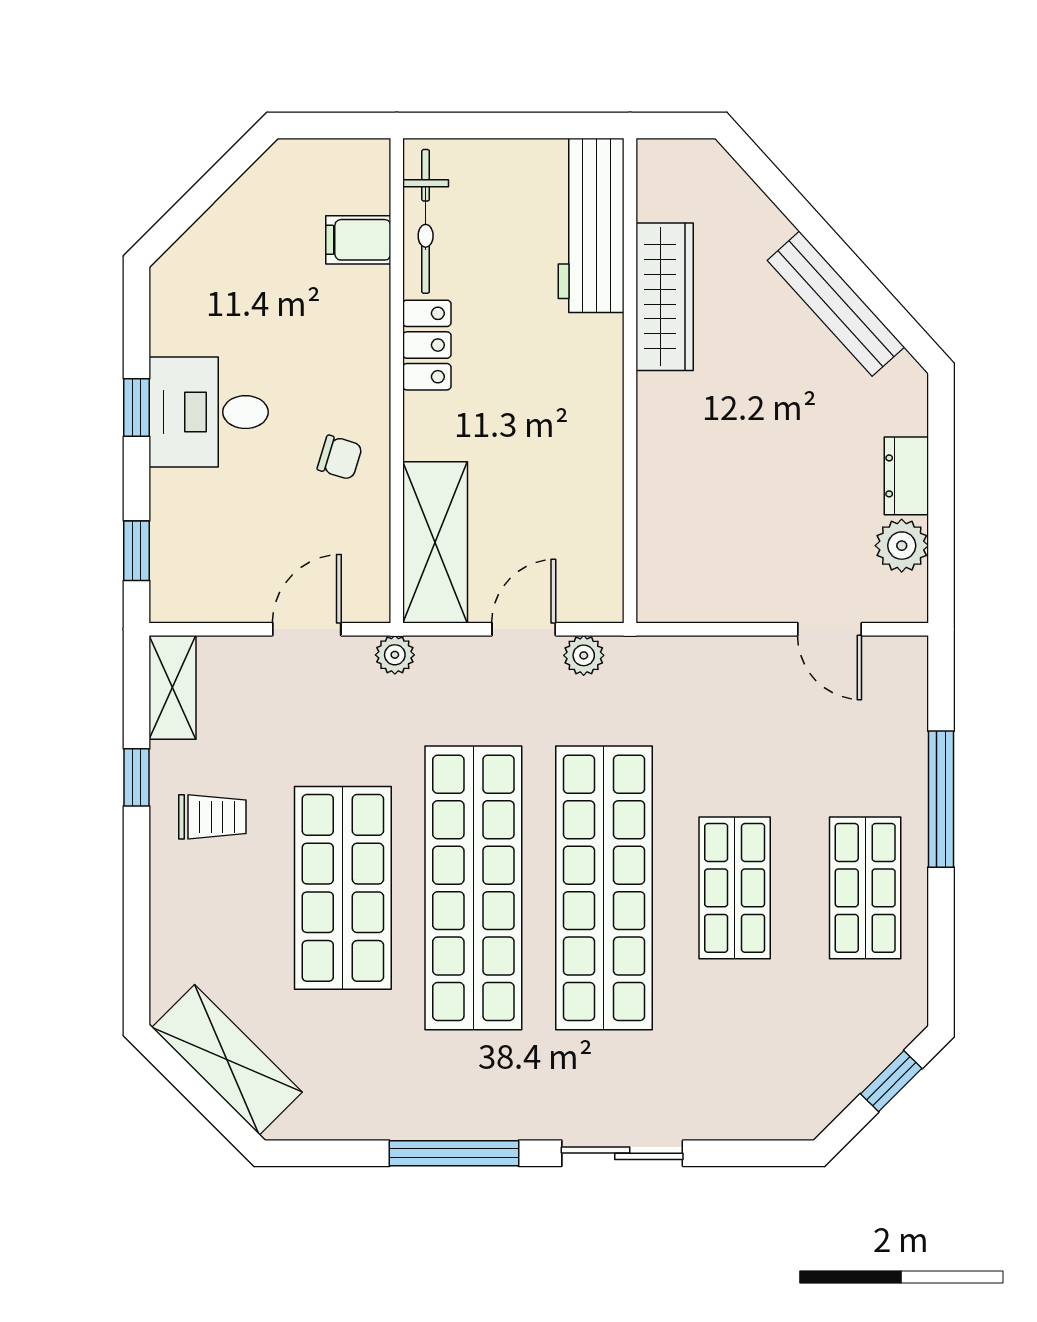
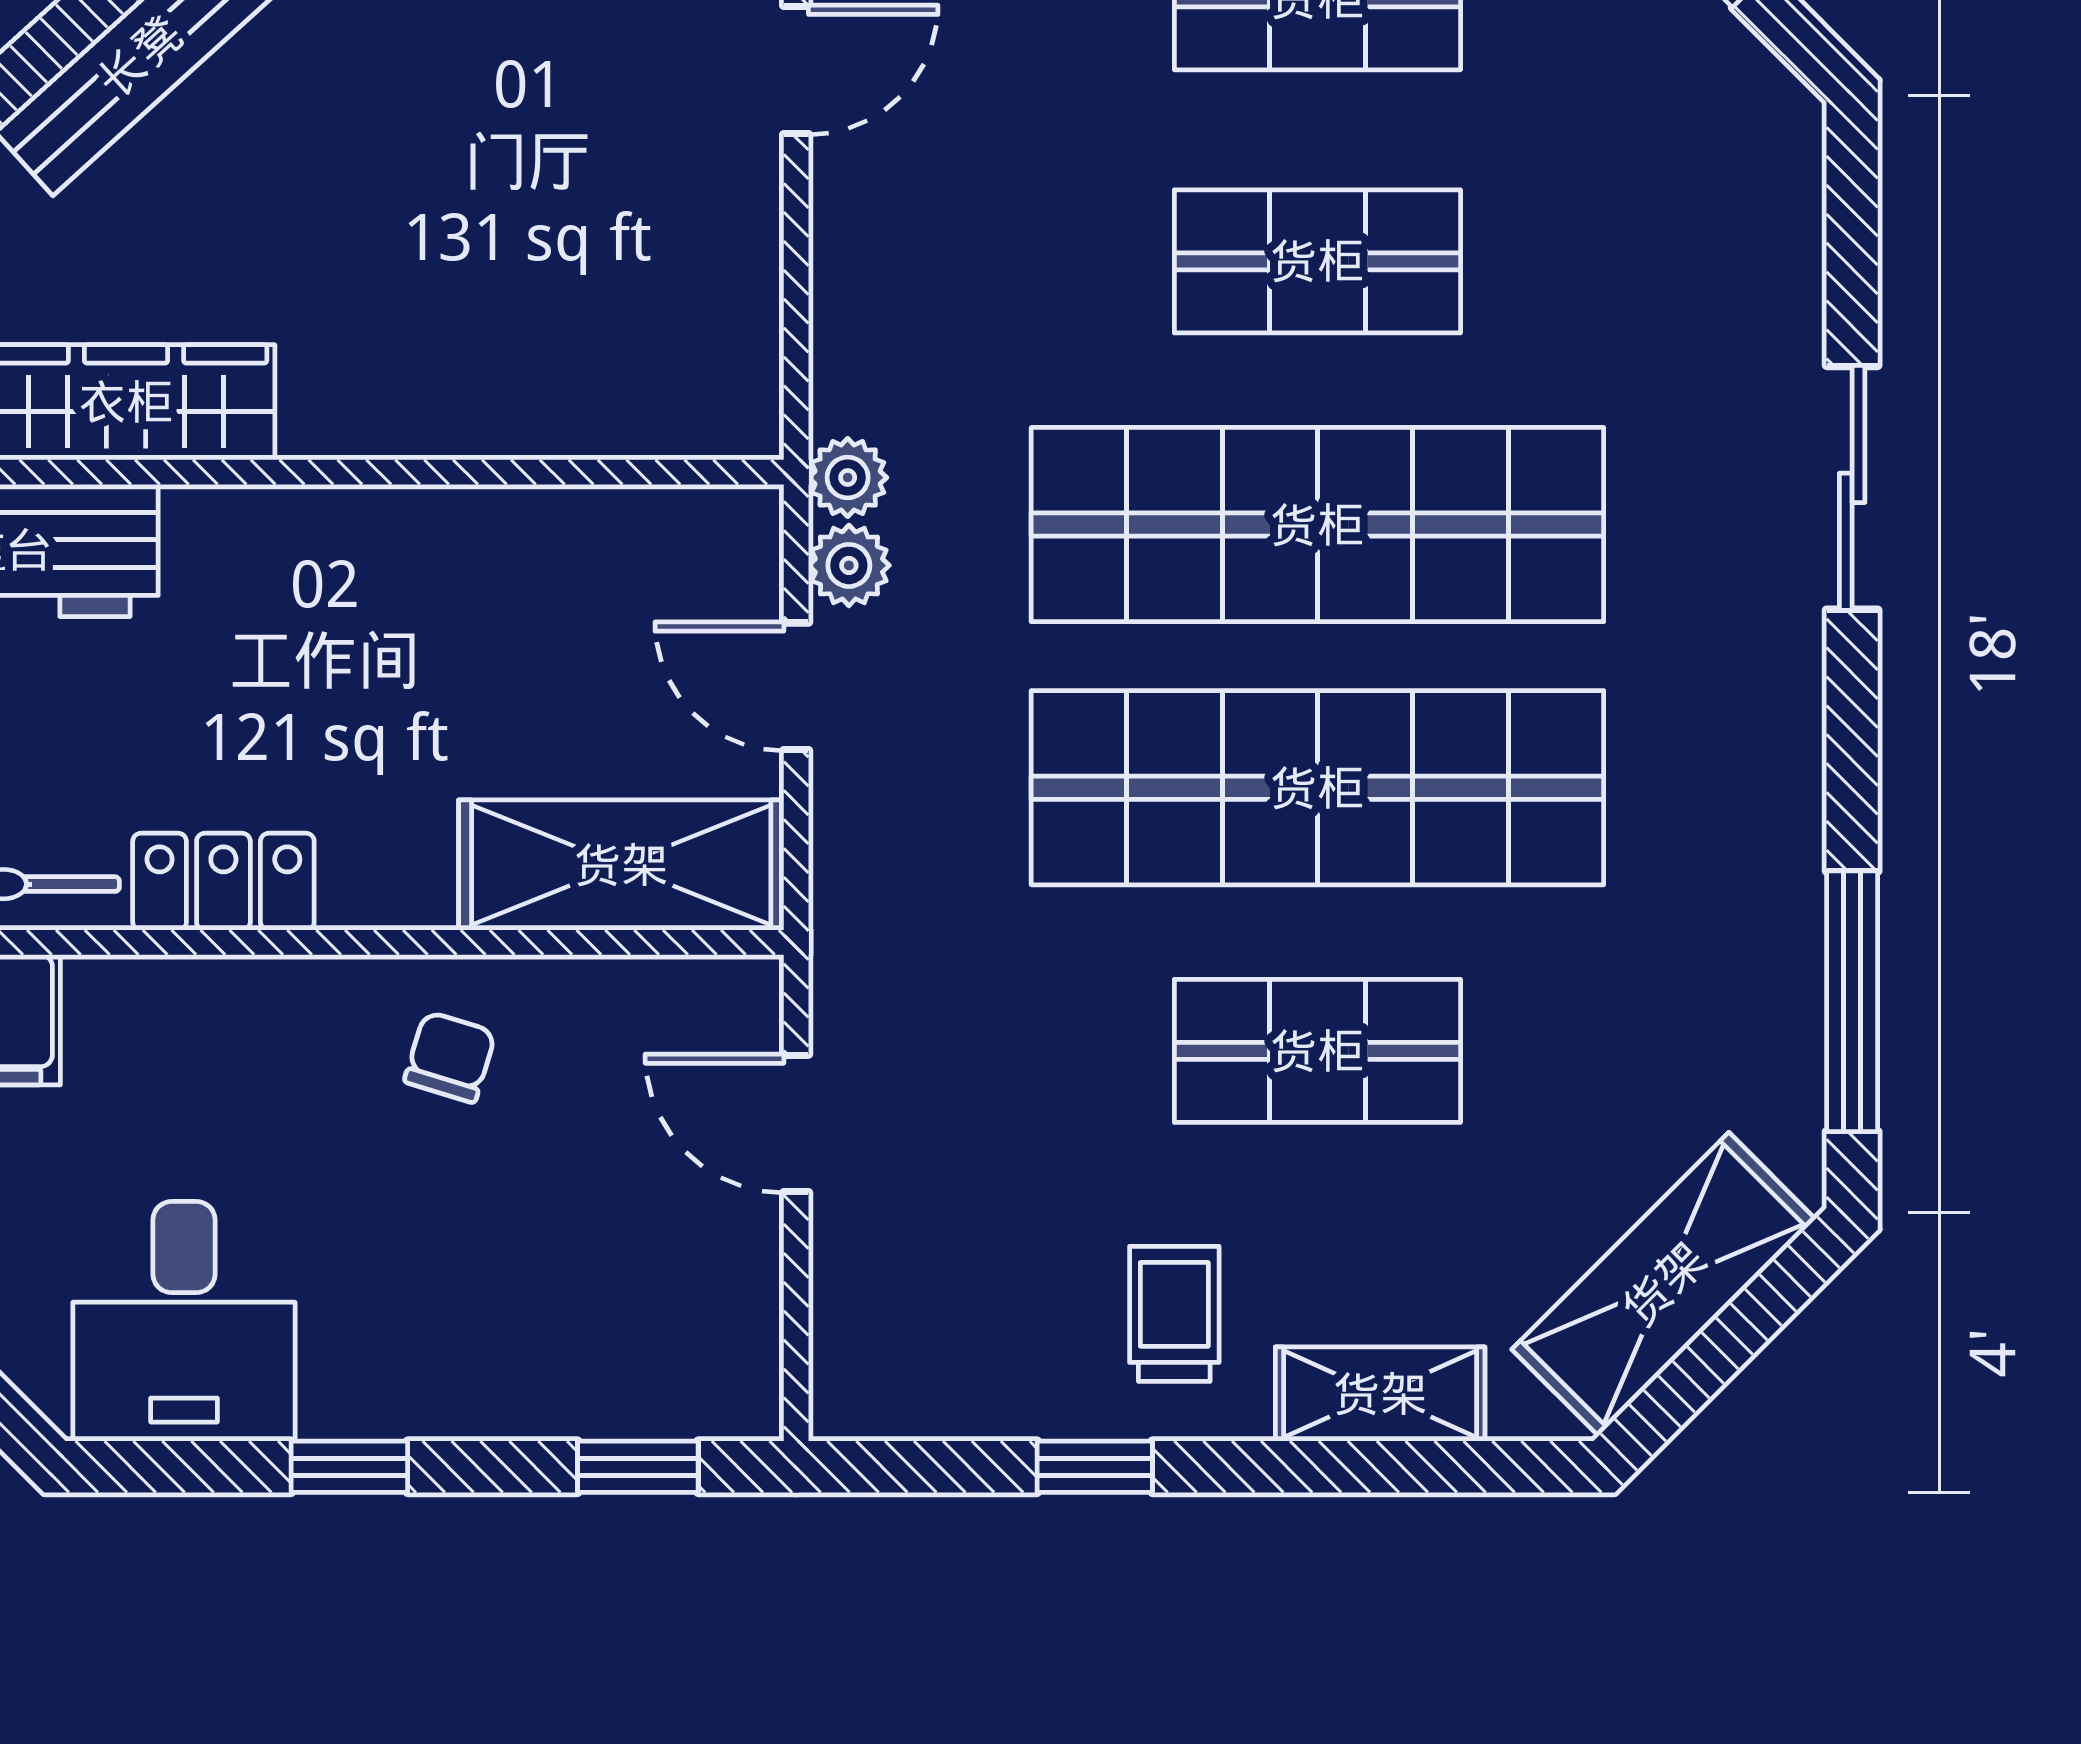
desk: (209, 412) -> (184, 1321), moved
plant: (395, 655) -> (848, 478), moved
shelving: (173, 687) -> (1380, 1394), moved
shop shelf: (343, 888) -> (1317, 1051), width x0.70, depth x0.74
window: (454, 1153) -> (1852, 1001), moved

